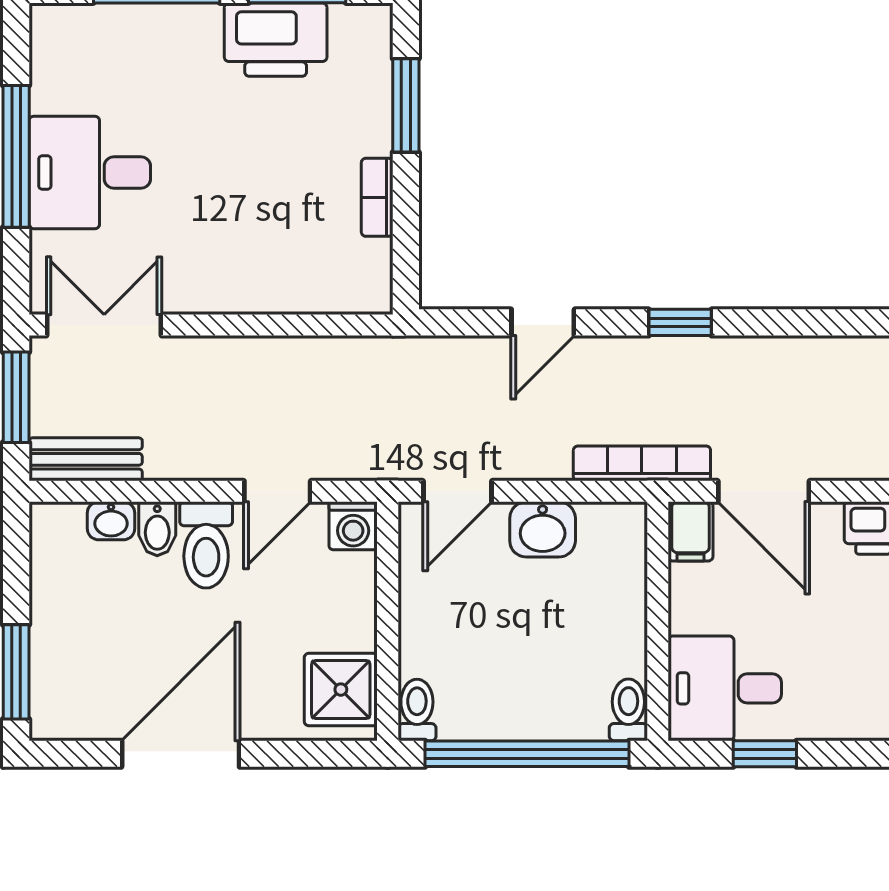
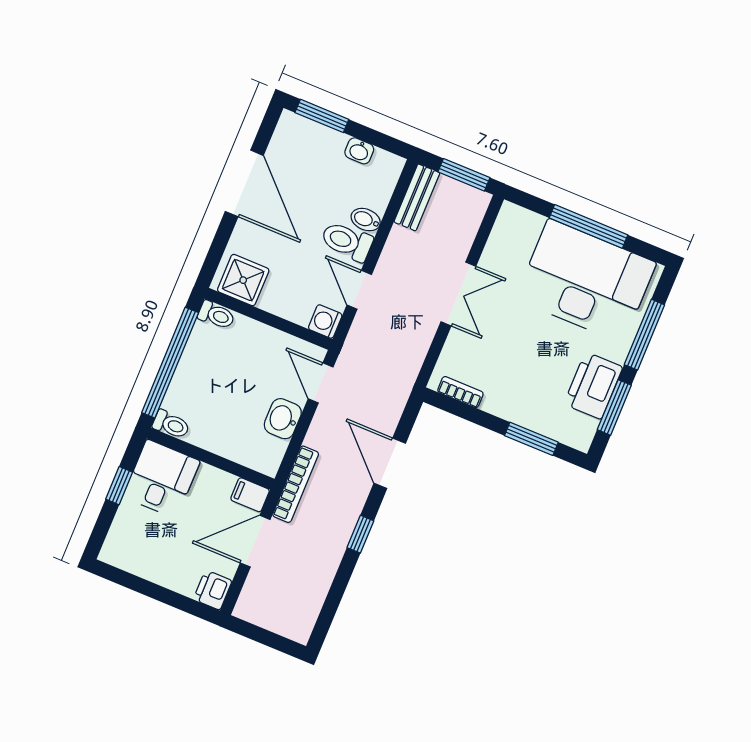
desk: (90, 173) -> (586, 281), width x1.87, depth x1.30
bookcase: (377, 197) -> (460, 392), moved
door: (543, 322) -> (390, 463), width x1.38
double door: (104, 325) -> (458, 294), moved
washbasin: (111, 521) -> (359, 151), moved, turned -90

